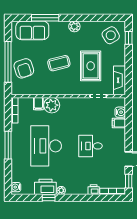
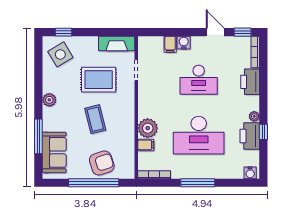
water cooler: (120, 112) -> (184, 43), moved
desk: (91, 146) -> (199, 80), width x1.37
printer: (94, 190) -> (250, 82), width x1.87, depth x1.48

